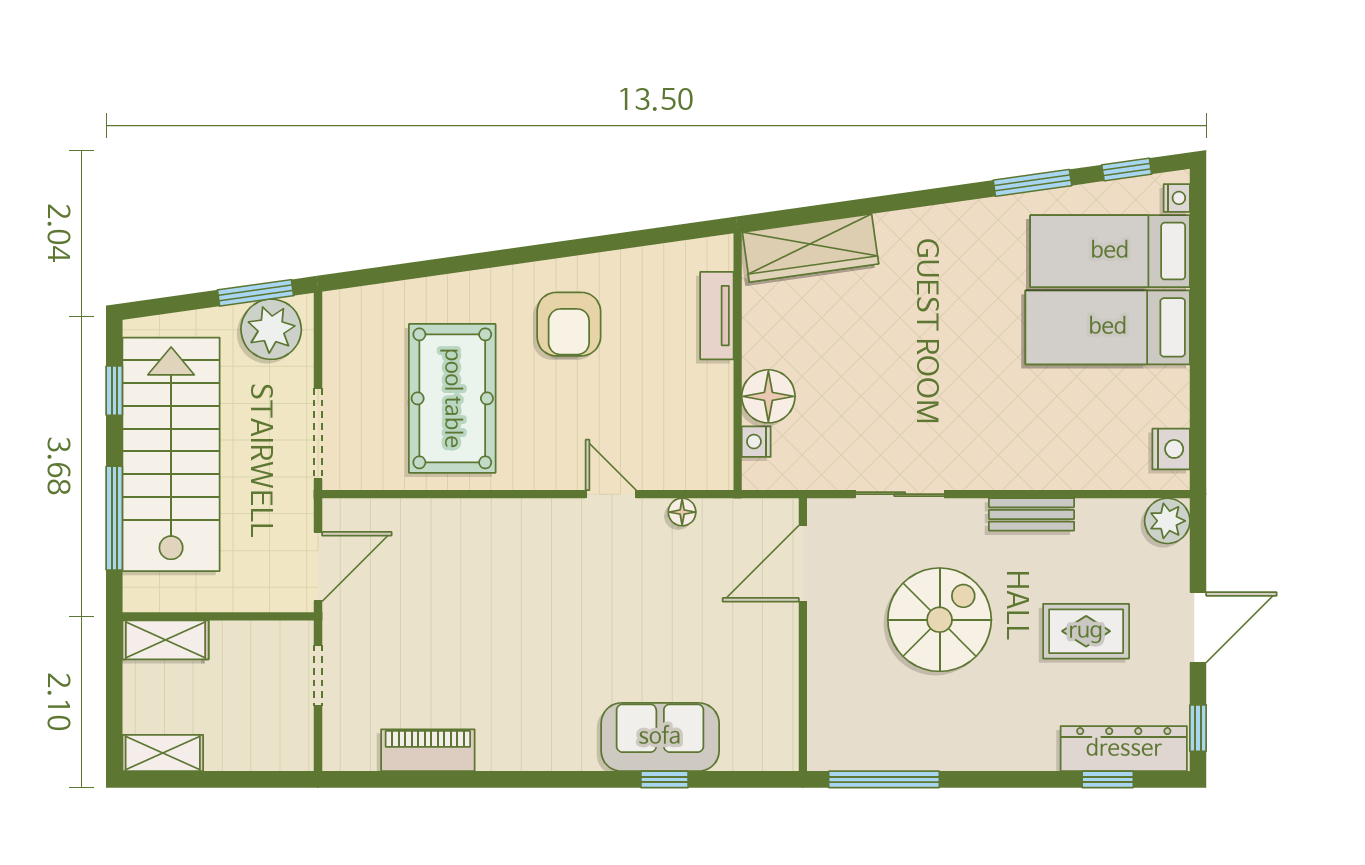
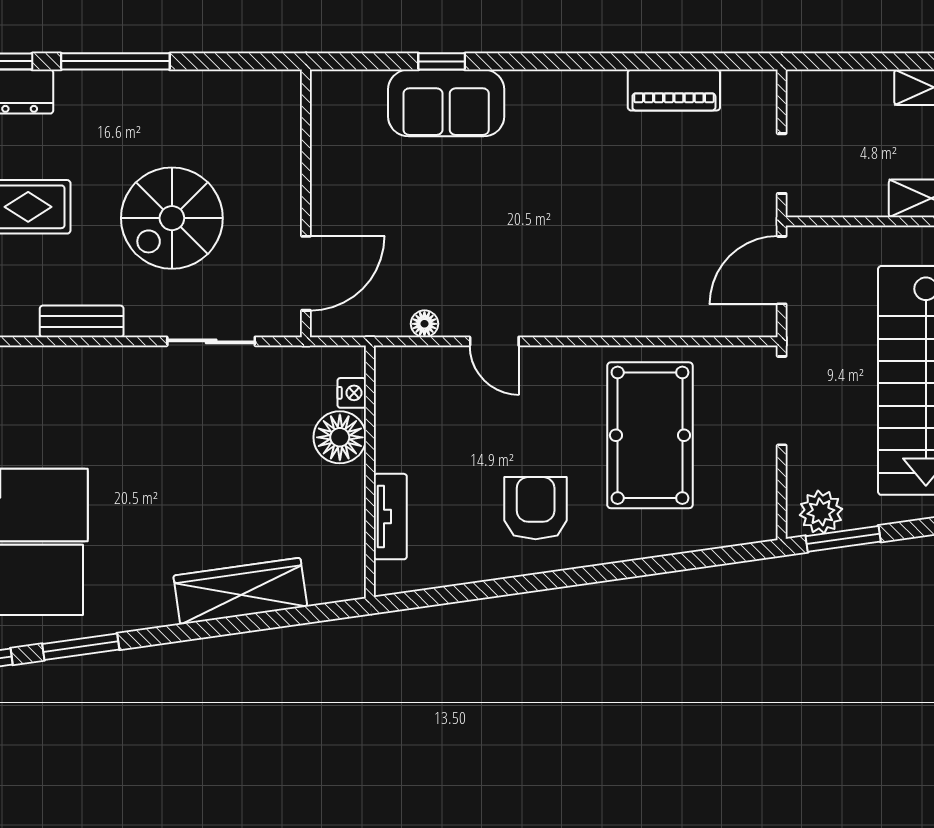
wardrobe: (810, 248) -> (240, 591), moved
plant: (271, 329) -> (821, 512), width x0.73, depth x0.73
window: (884, 779) -> (115, 61), moved

